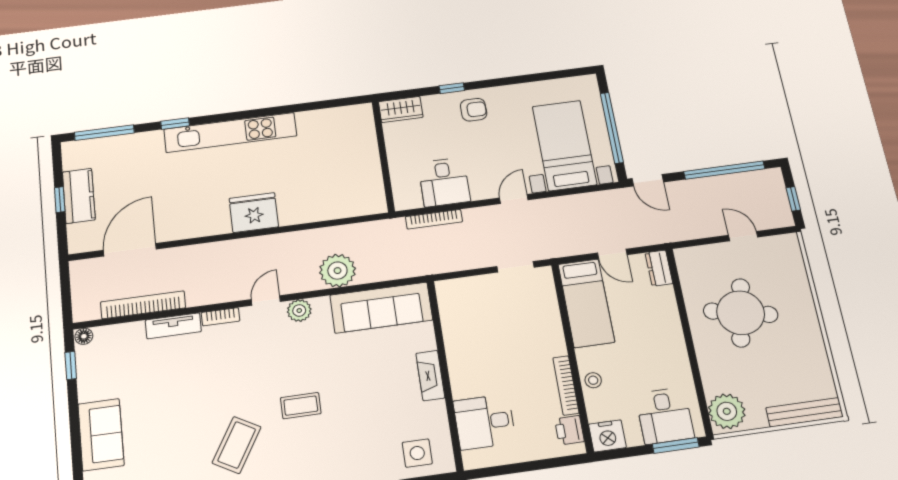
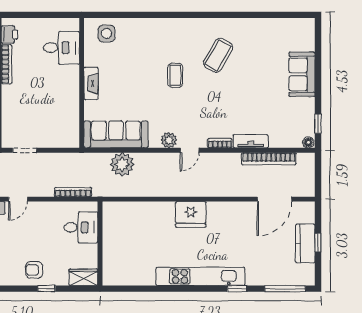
desk: (444, 182) -> (81, 227), moved, turned 90
plant: (337, 271) -> (122, 165), moved
coffee table: (301, 406) -> (175, 75), turned 90

